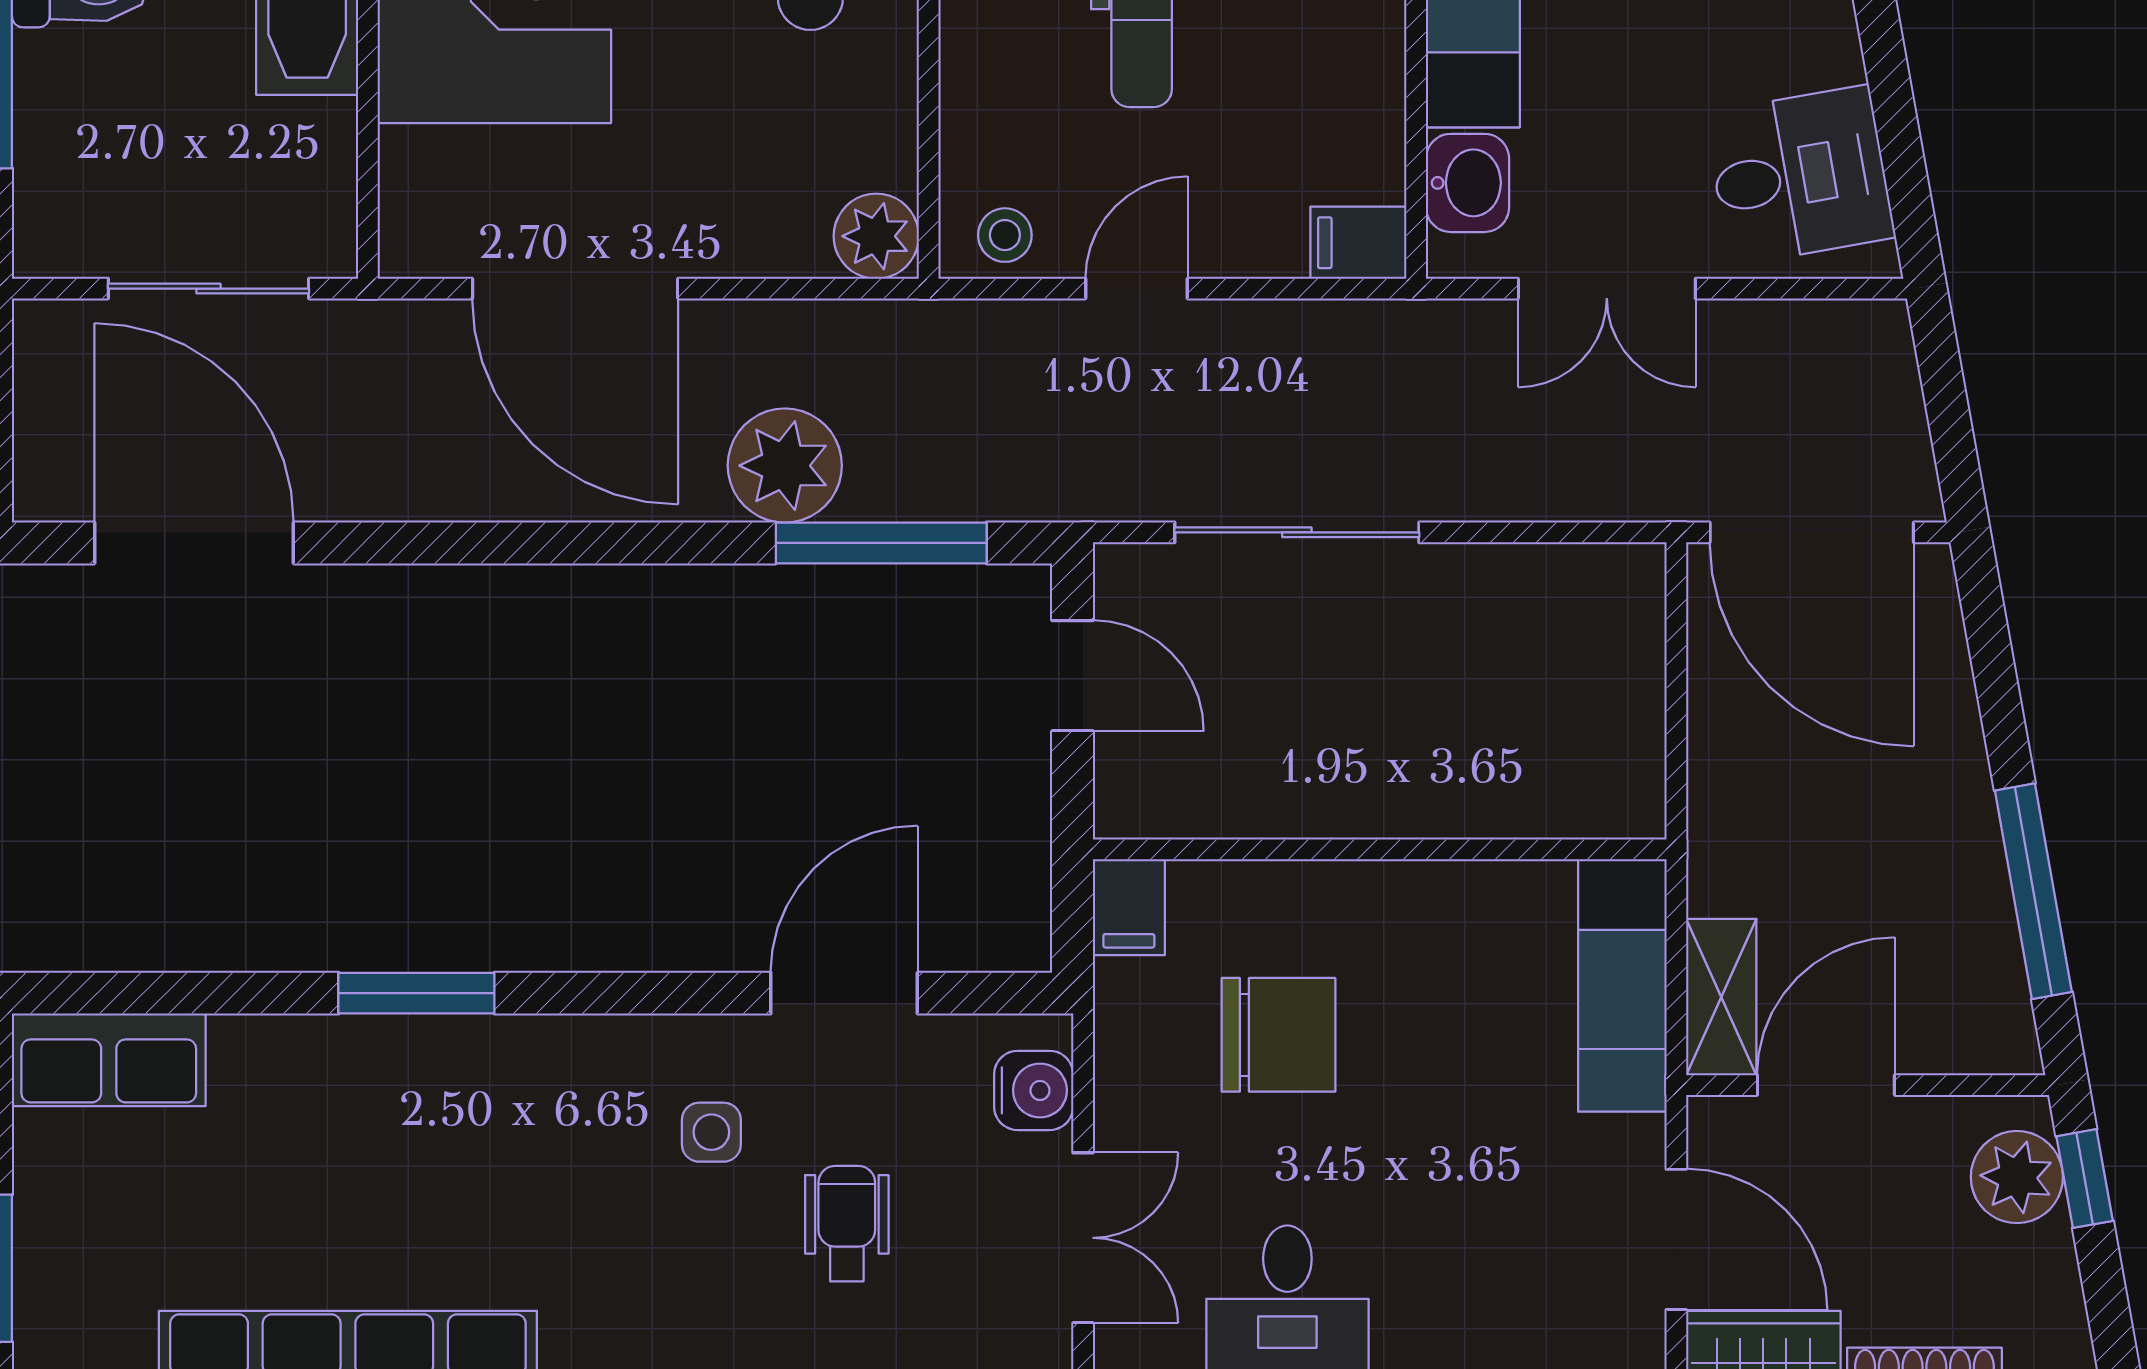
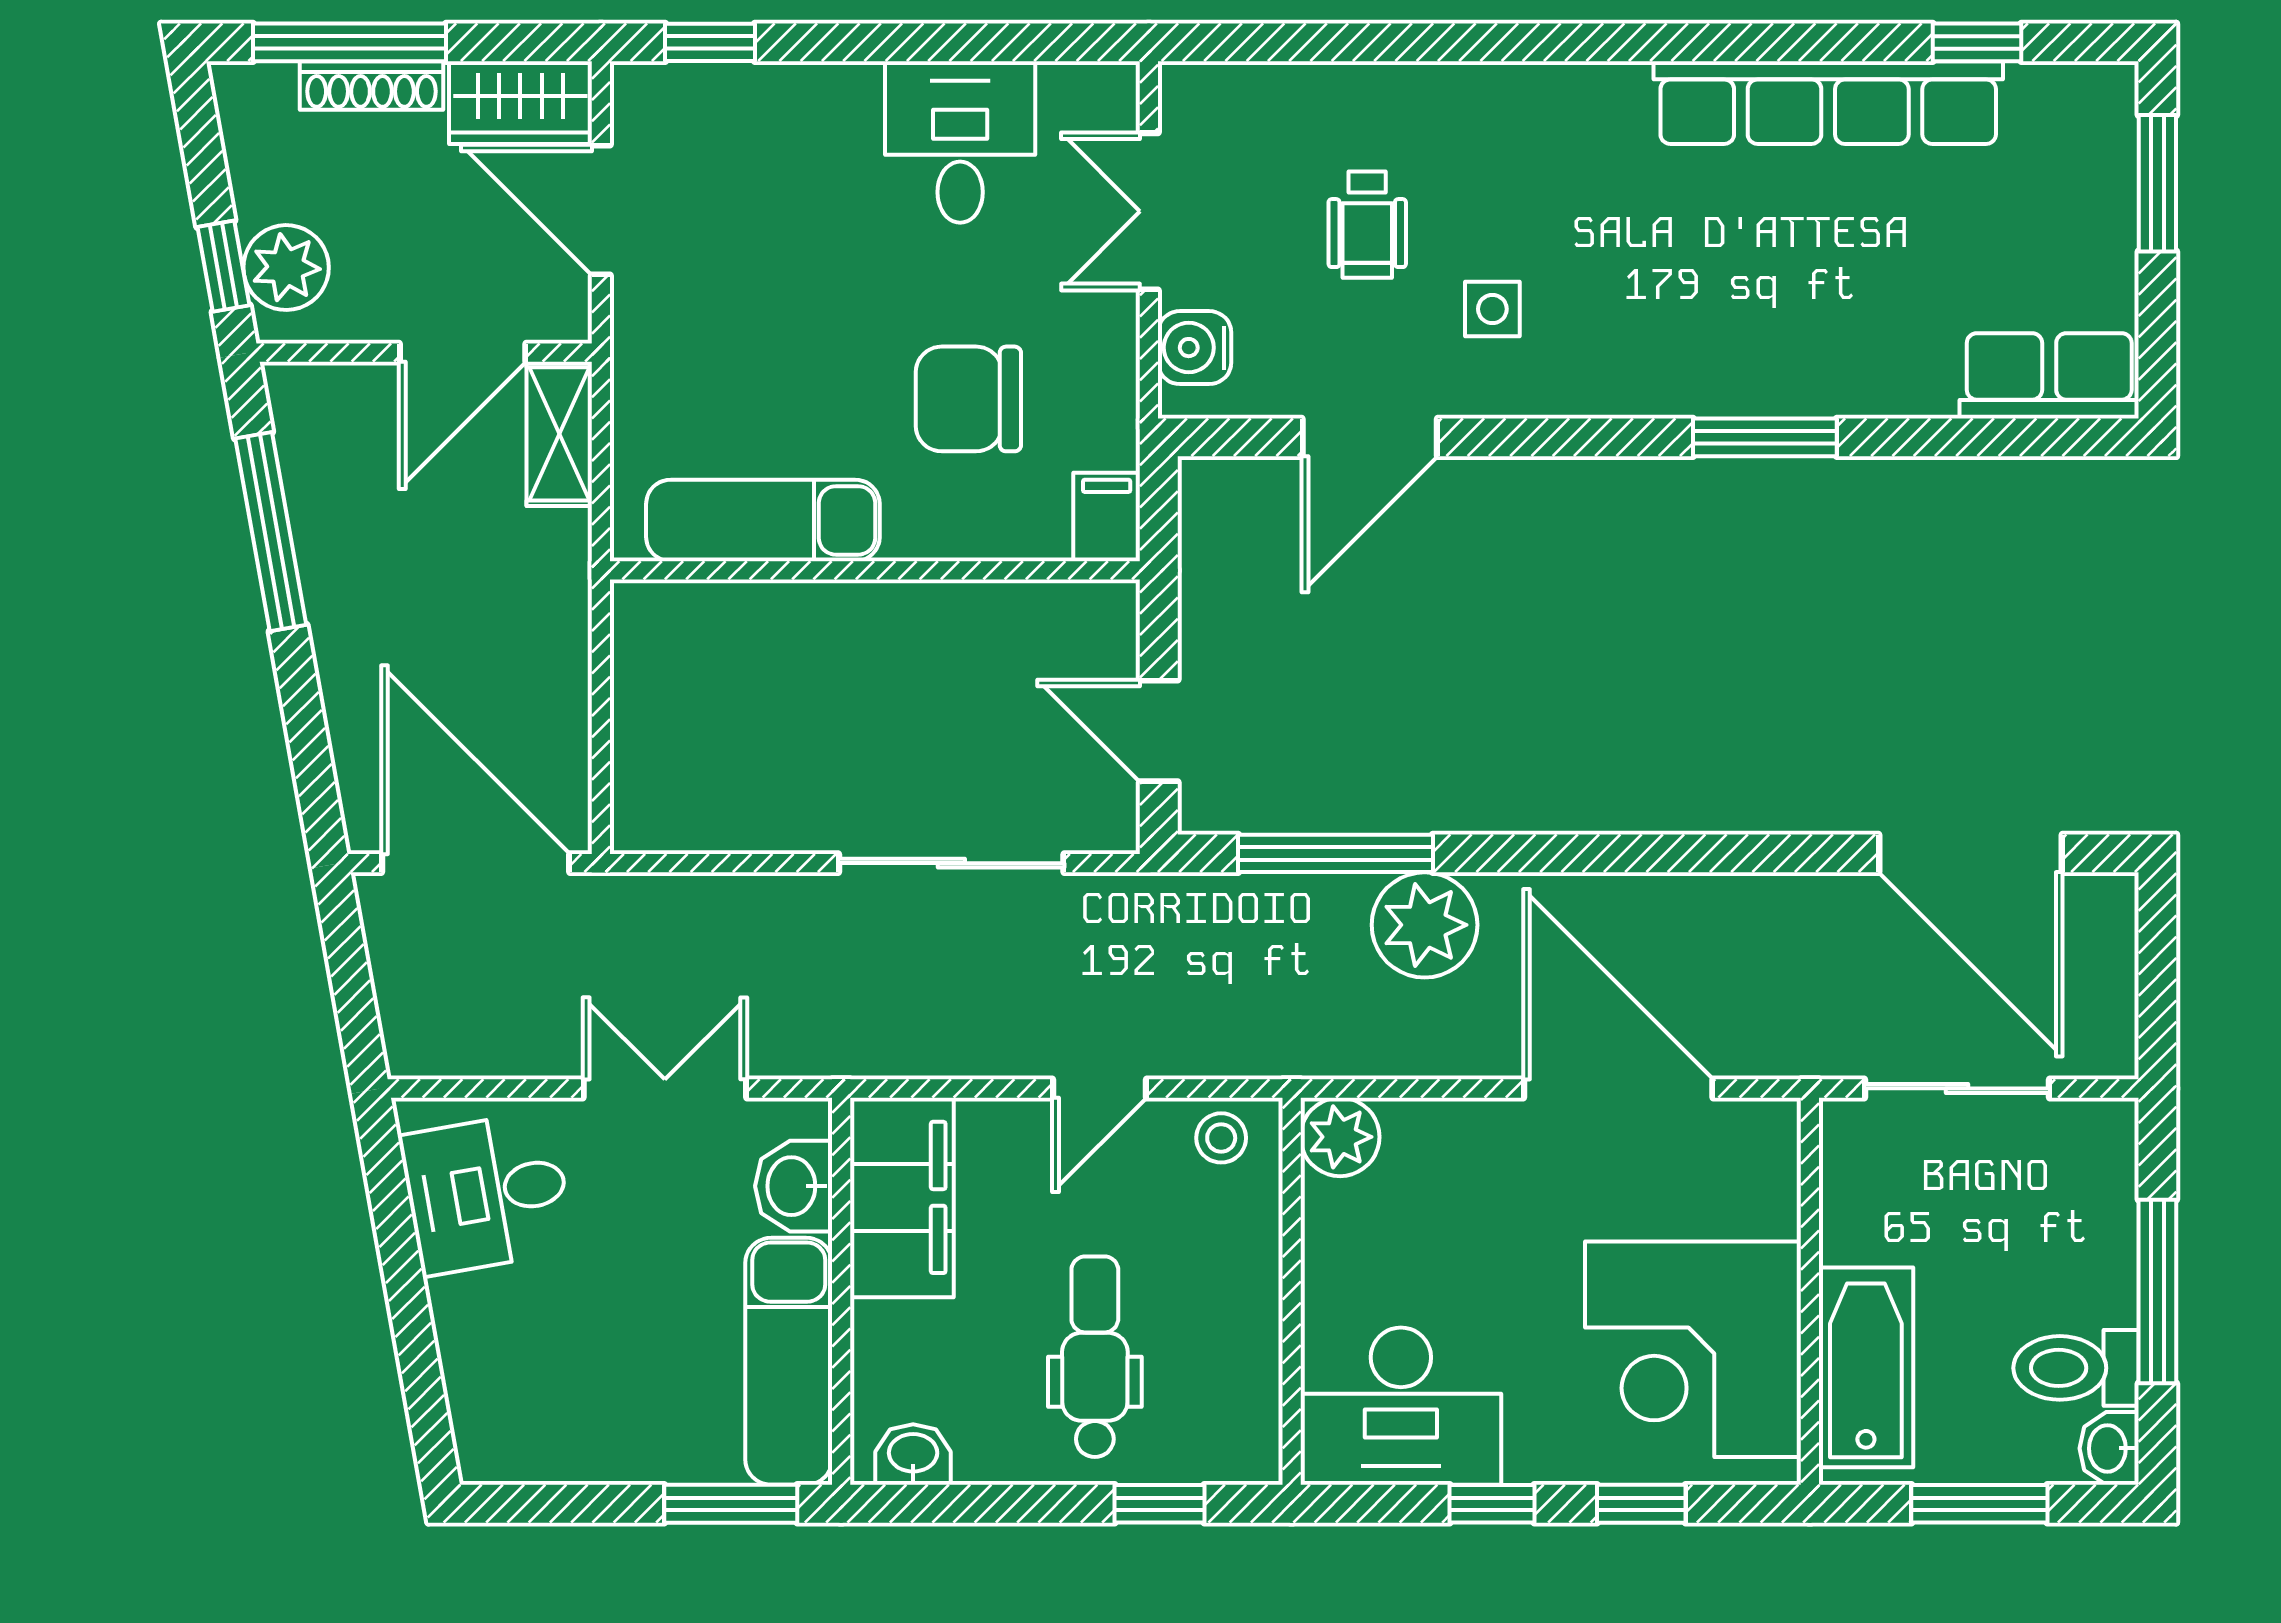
filing cabinet: (1358, 243) -> (902, 1197), width x3.00, depth x1.17
exam couch: (1622, 985) -> (763, 520), moved, turned -90

